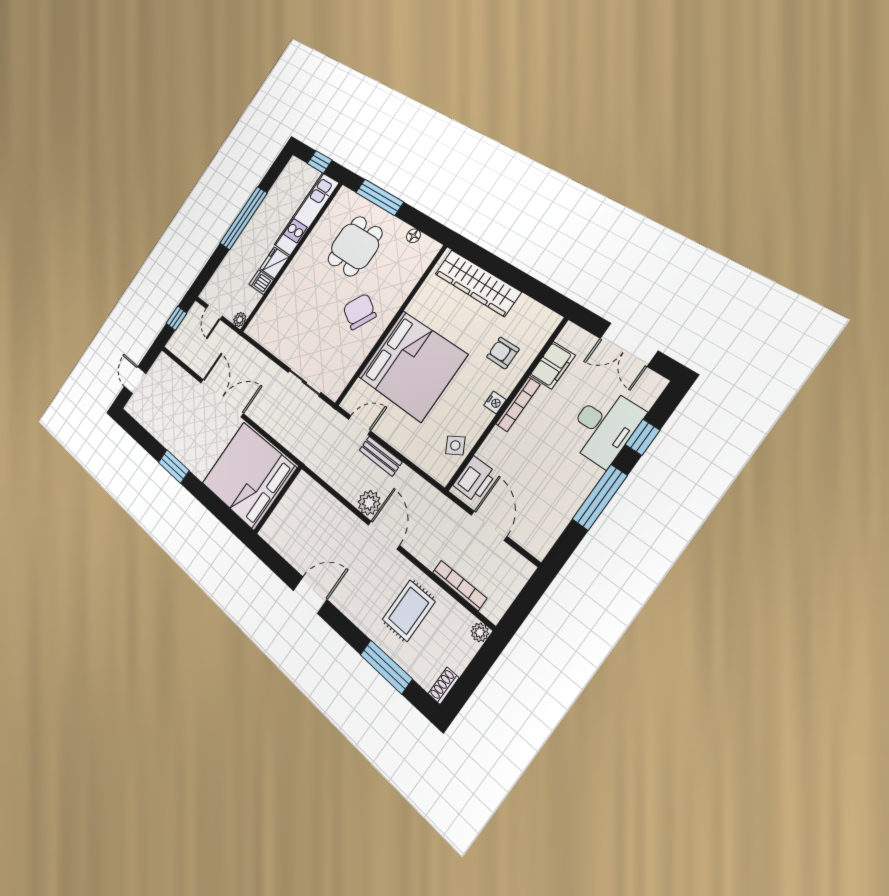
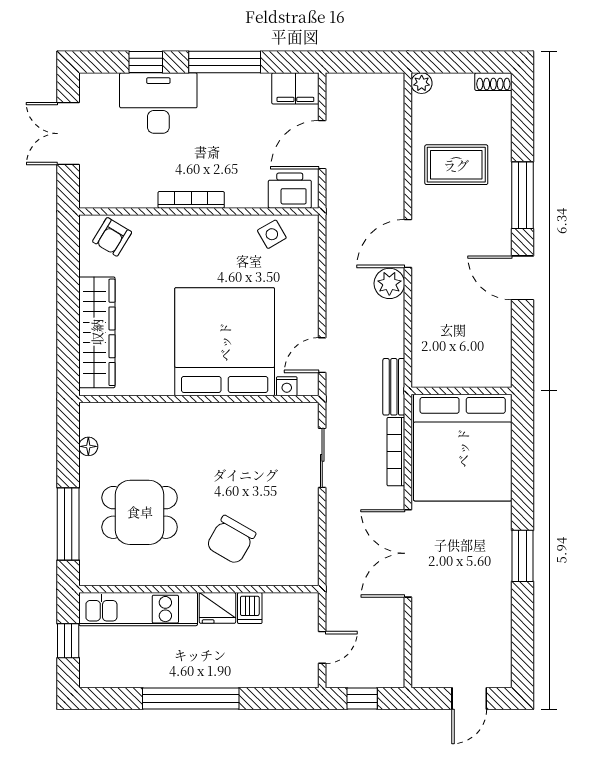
chair: (360, 311) -> (231, 540), moved
plant: (240, 320) -> (308, 603), removed
double door: (629, 345) -> (68, 134), swing flipped
armchair: (503, 353) -> (112, 237), moved, turned 31
filing cabinet: (552, 365) -> (295, 88), moved, turned 180
nightstand: (495, 402) -> (287, 386), moved, turned 180
door: (359, 425) -> (322, 355), hinge flipped
bench: (381, 456) -> (394, 387), moved
bookcase: (459, 585) -> (396, 452), moved
window: (386, 667) -> (523, 195), moved

